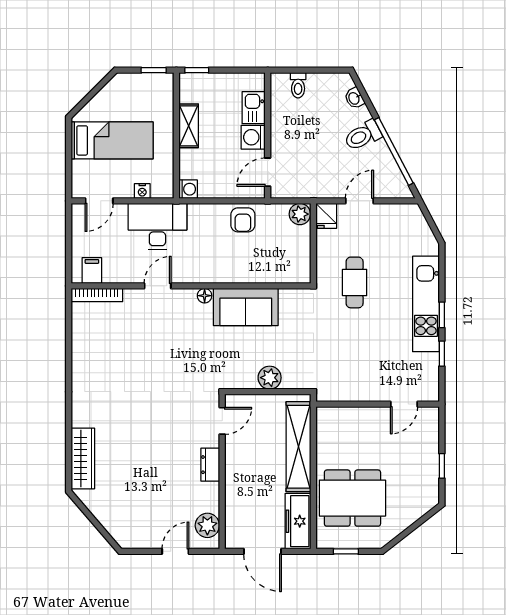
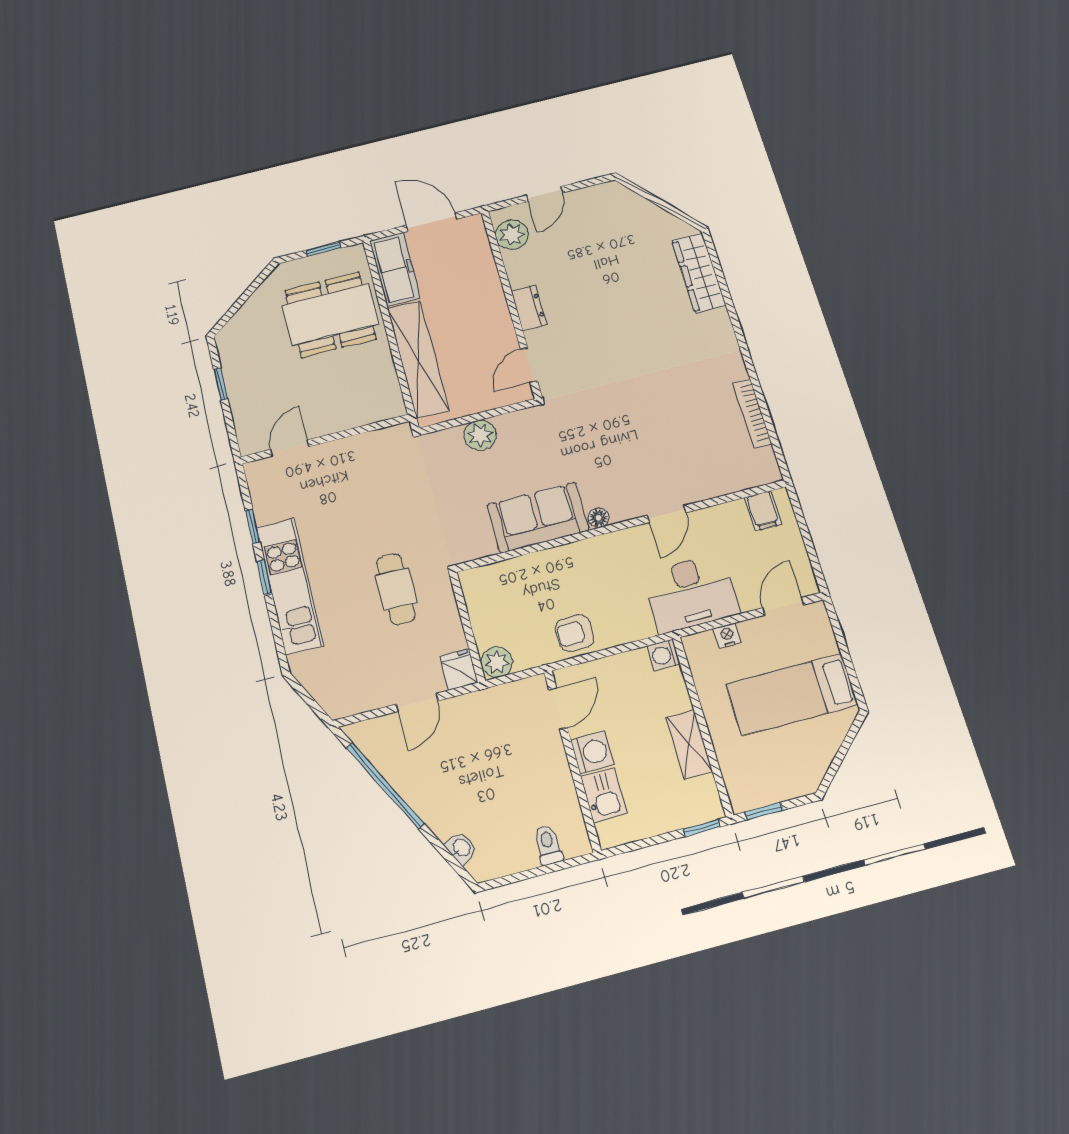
toilet: (363, 135) -> (435, 797), removed
armchair: (243, 220) -> (575, 633), turned -90
bookcase: (97, 295) -> (752, 413), moved, turned -90

